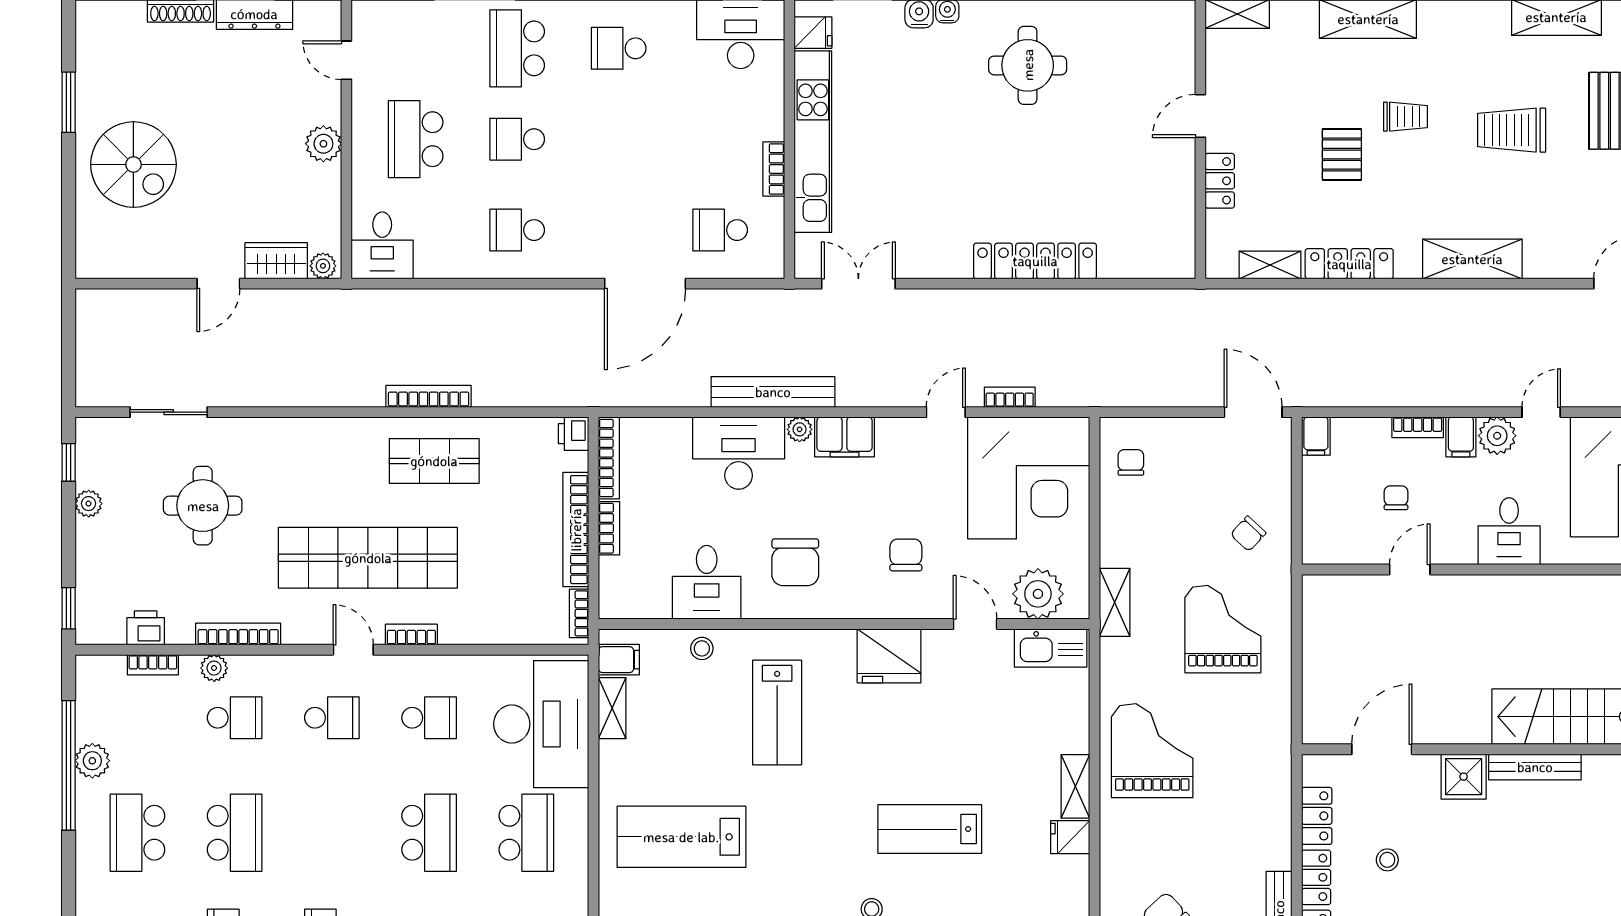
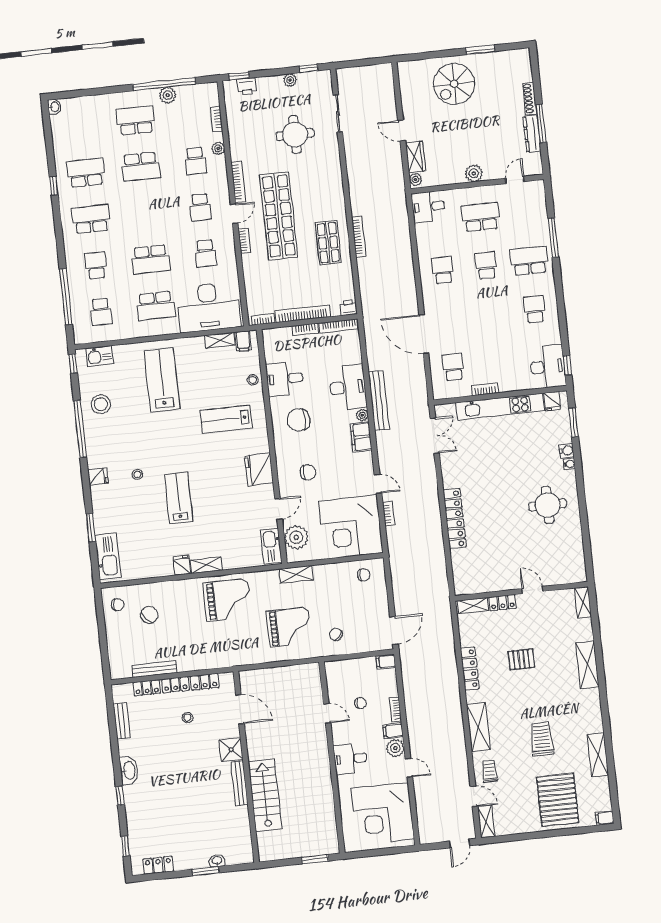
trolley: (1405, 117) -> (489, 771), moved, turned 180
shelving: (1270, 265) -> (473, 606), moved, turned 90
printer: (146, 628) -> (247, 86), moved, turned 90
bookcase: (238, 634) -> (238, 182), moved

